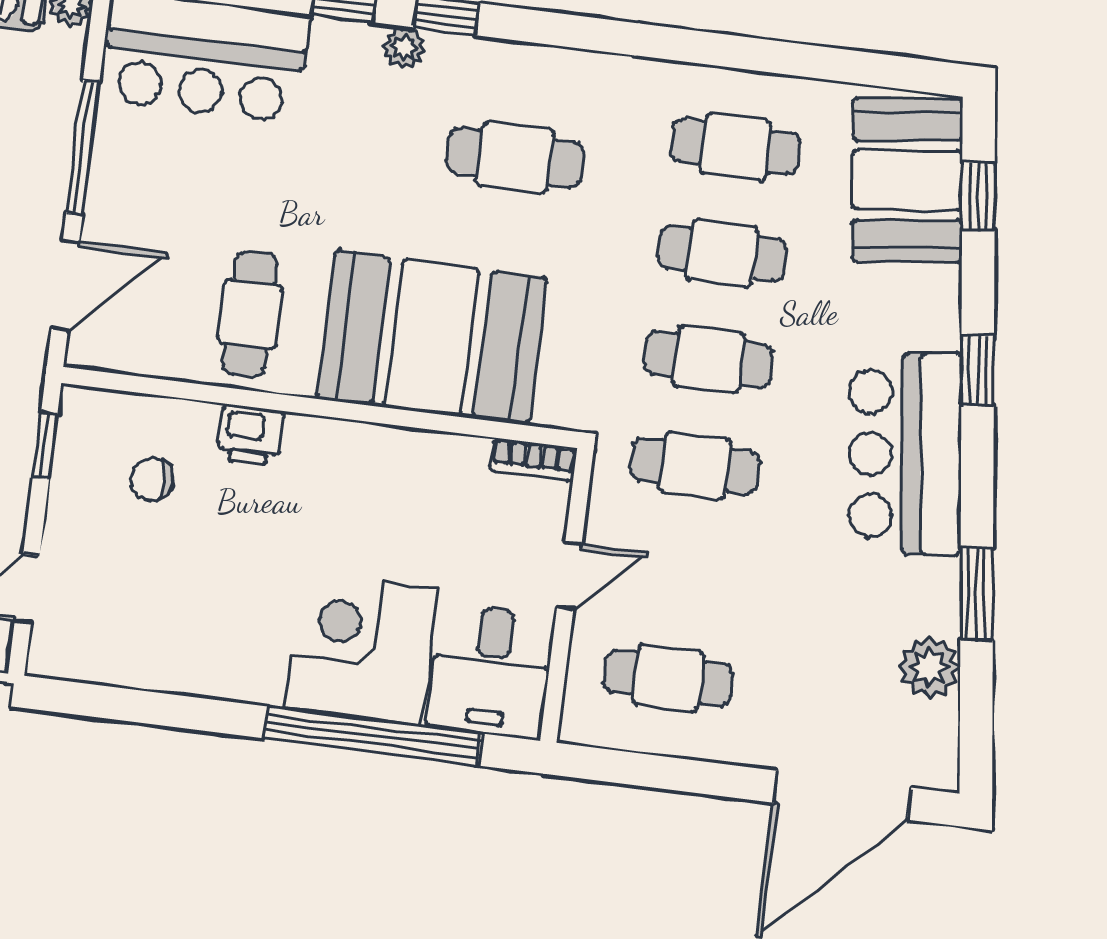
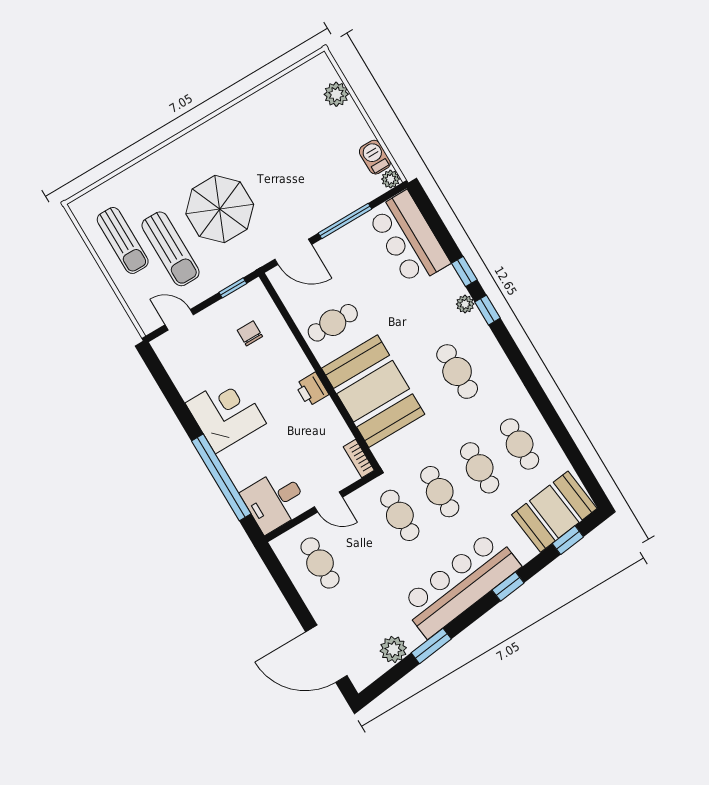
printer: (251, 435) -> (312, 389), moved
bar counter: (905, 454) -> (460, 584), width x1.36
corner desk: (362, 649) -> (226, 413), moved

